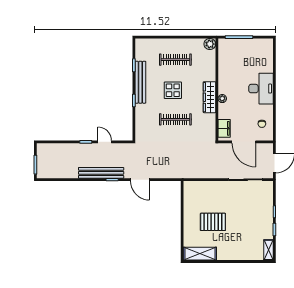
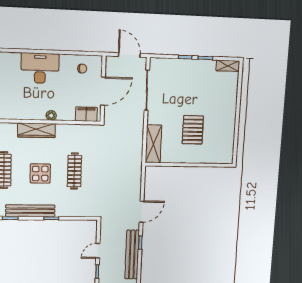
wardrobe: (209, 97) -> (36, 130), moved
shelving: (200, 254) -> (153, 144), moved

